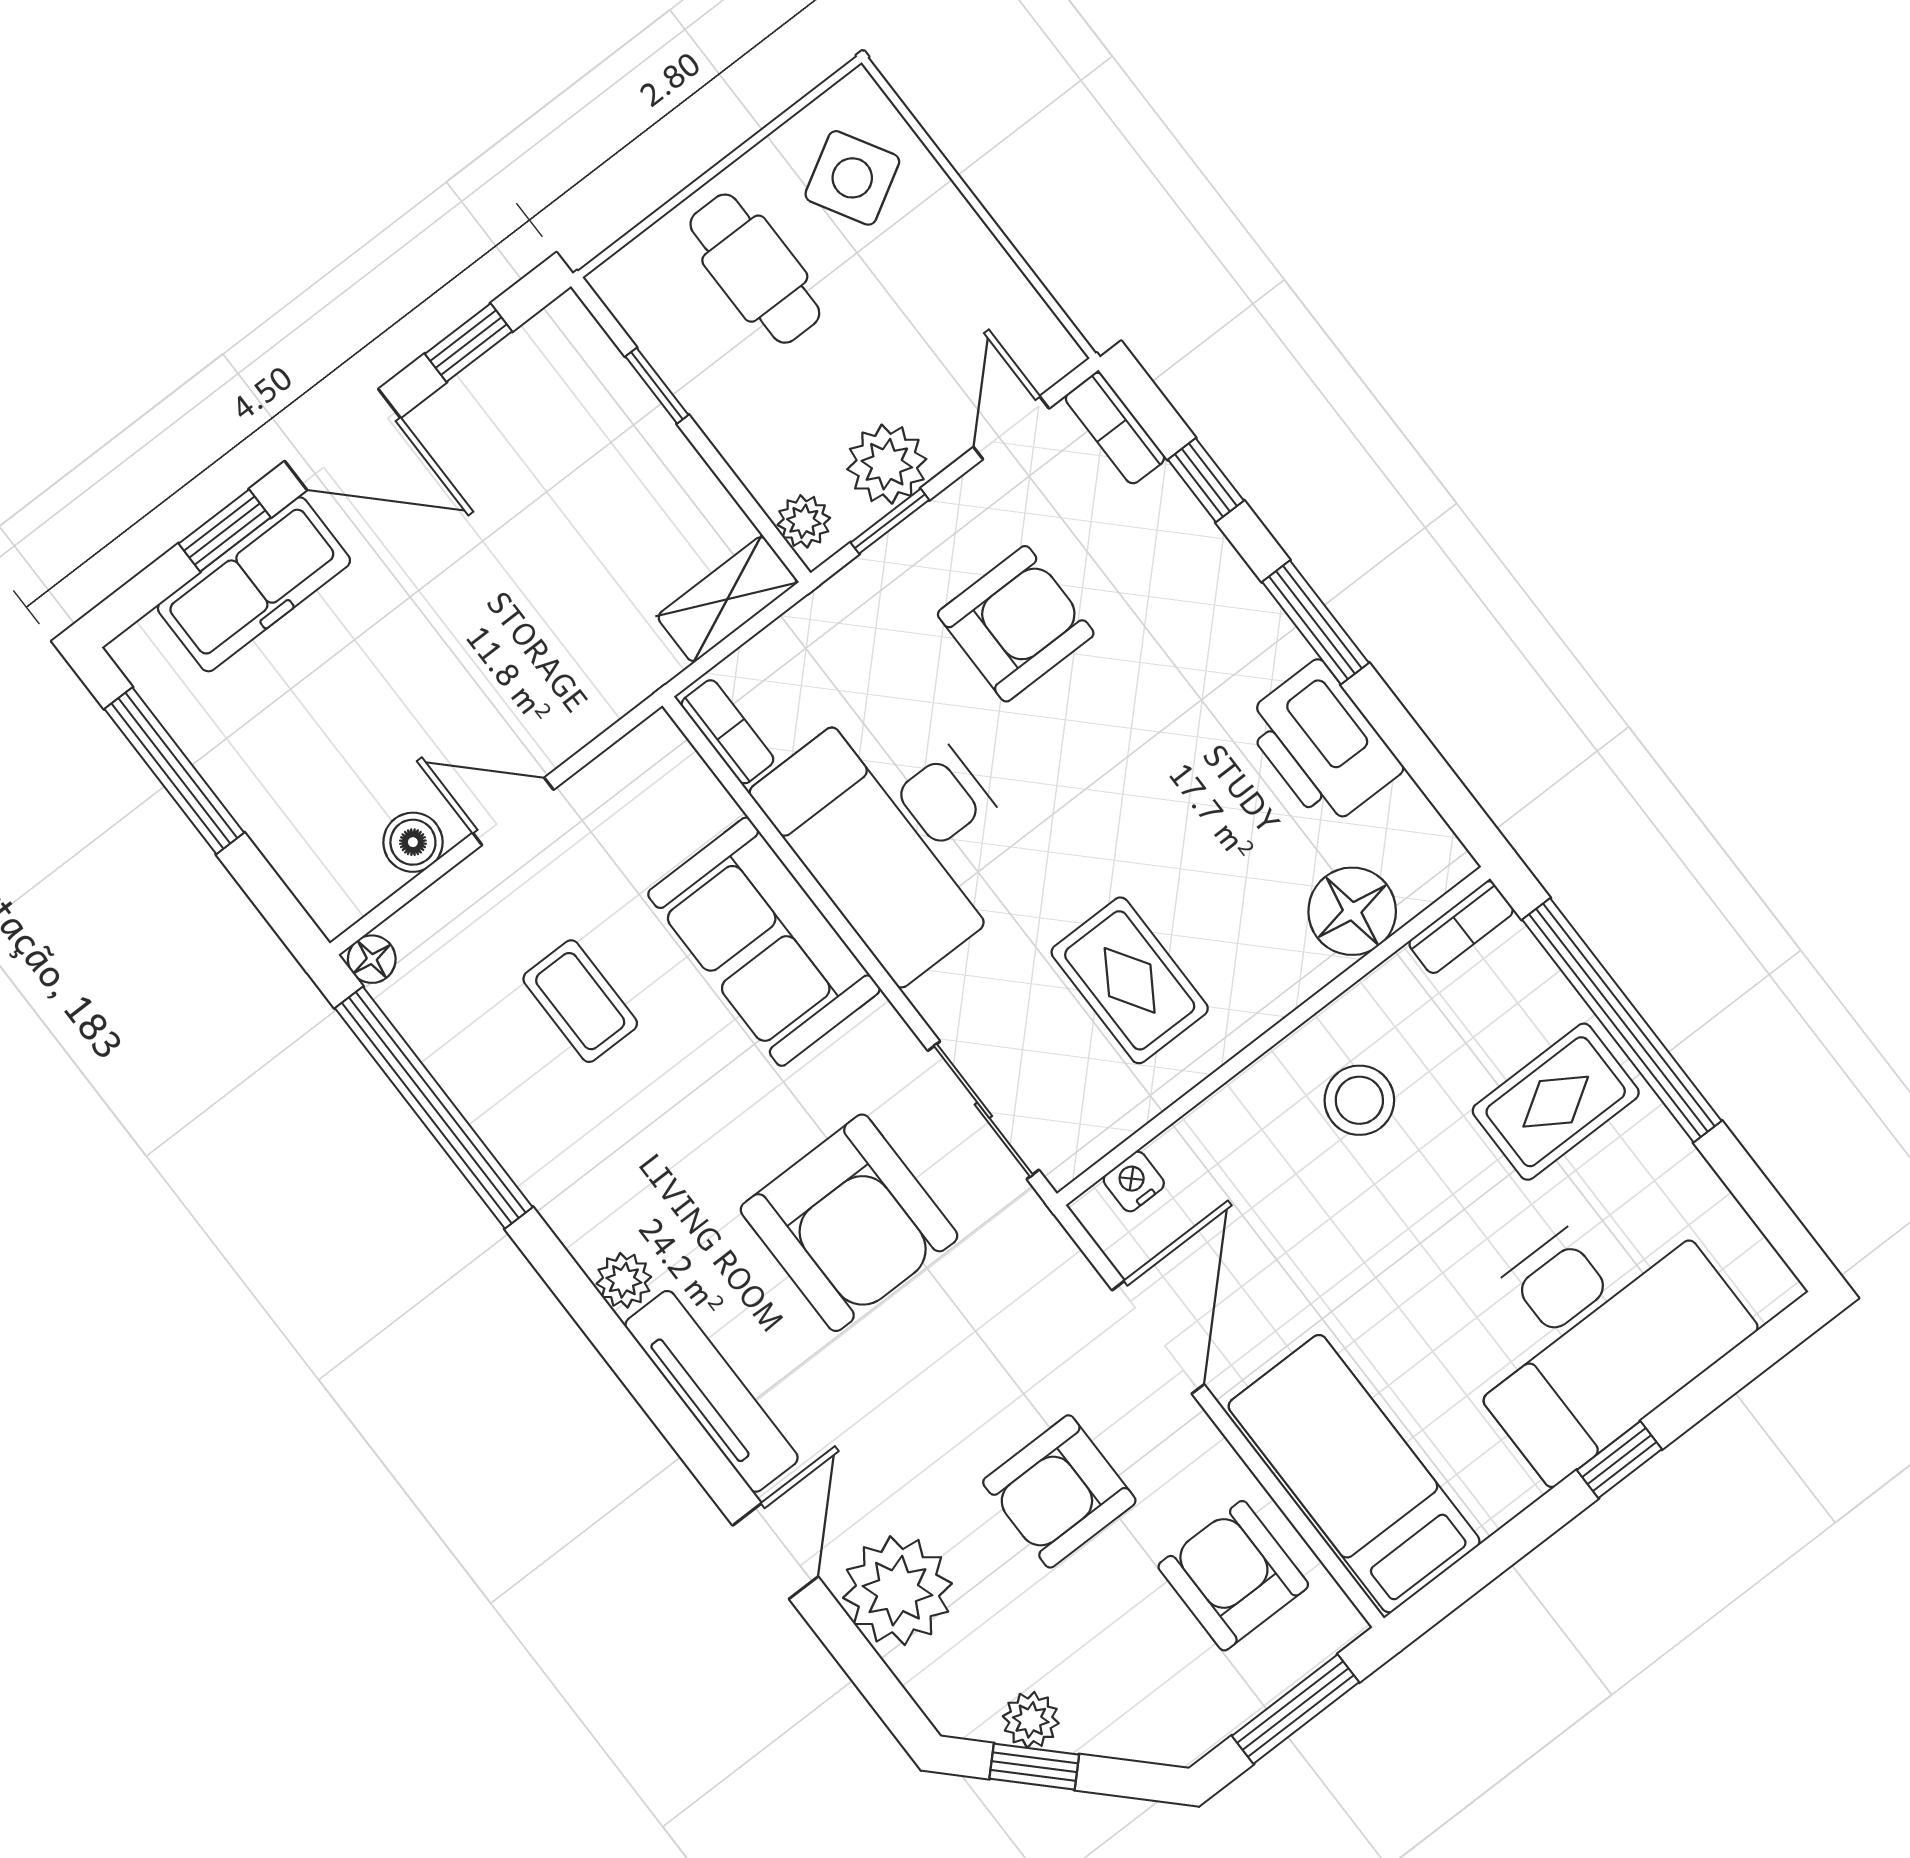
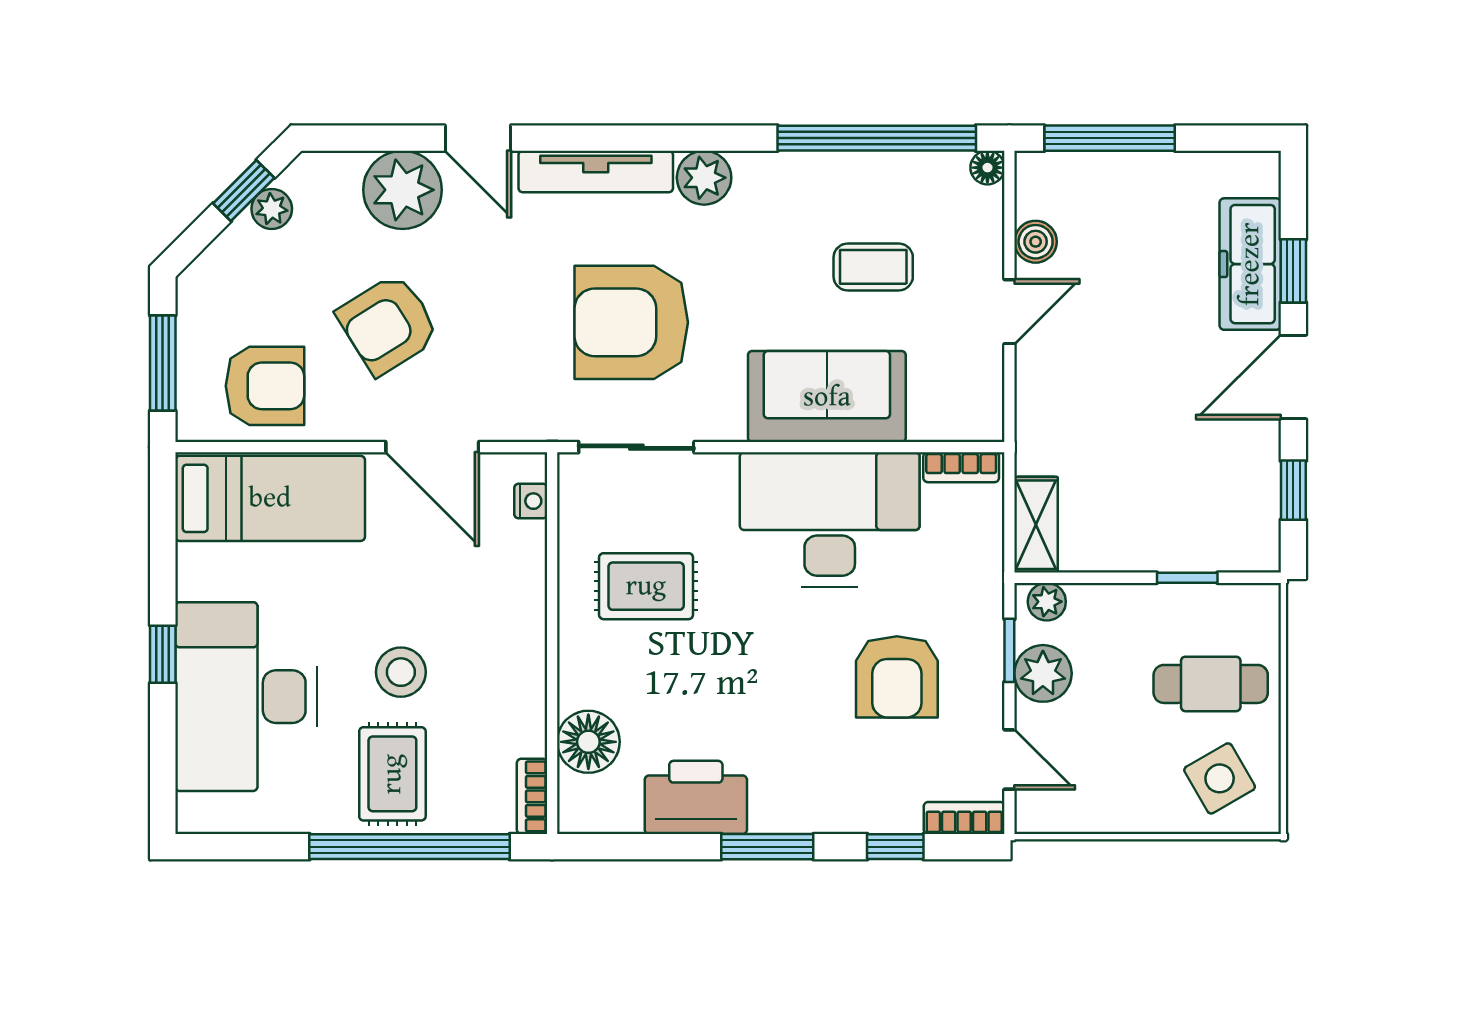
window: (174, 771) -> (1110, 138), moved
stool: (1359, 1100) -> (401, 672), moved
plant: (624, 1280) -> (704, 178), width x1.38, depth x1.38
armchair: (1059, 1491) -> (388, 324), turned -122

